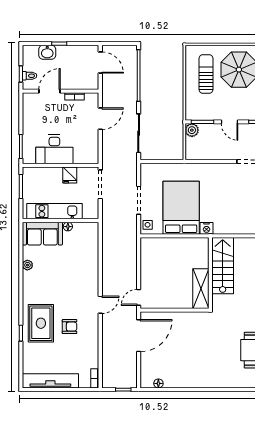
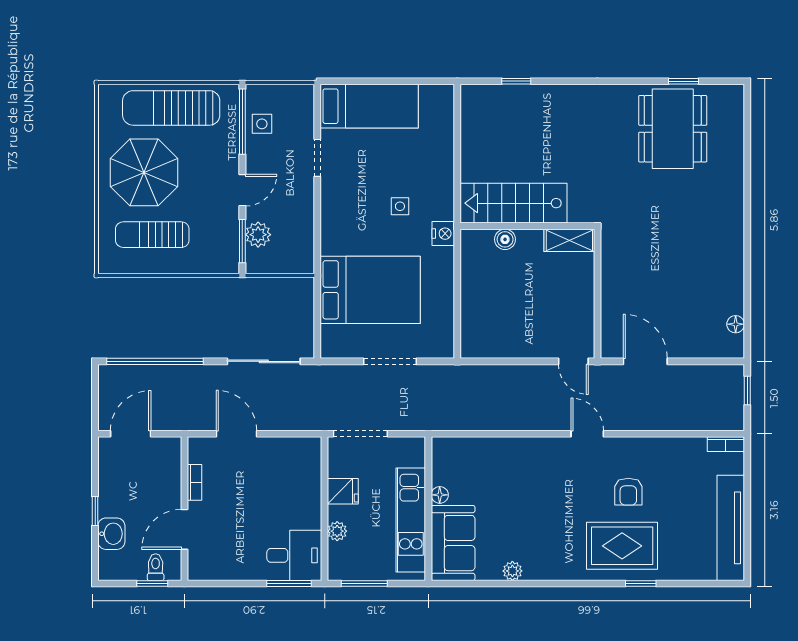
door: (50, 91) -> (184, 529), hinge flipped
plant: (192, 130) -> (258, 235), moved
desk: (54, 149) -> (294, 555), moved, width x0.73
plant: (49, 172) -> (337, 531), added
bed: (181, 208) -> (370, 290), moved, turned 180
side table: (148, 225) -> (400, 206), moved
boiler: (203, 261) -> (505, 239), added
shelving: (201, 289) -> (569, 240), width x0.67, depth x0.75
armchair: (70, 327) -> (628, 492), turned 180
door: (139, 336) -> (645, 361), width x0.73

